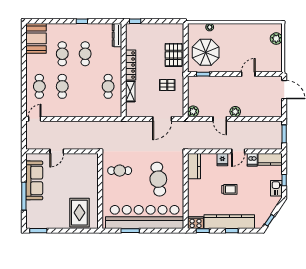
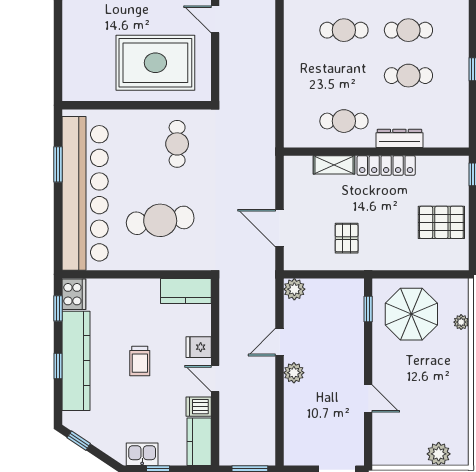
dresser: (117, 35) -> (399, 138), moved
pallet: (174, 55) -> (441, 222), moved
rug: (79, 213) -> (155, 63), moved, width x1.37, depth x1.44

